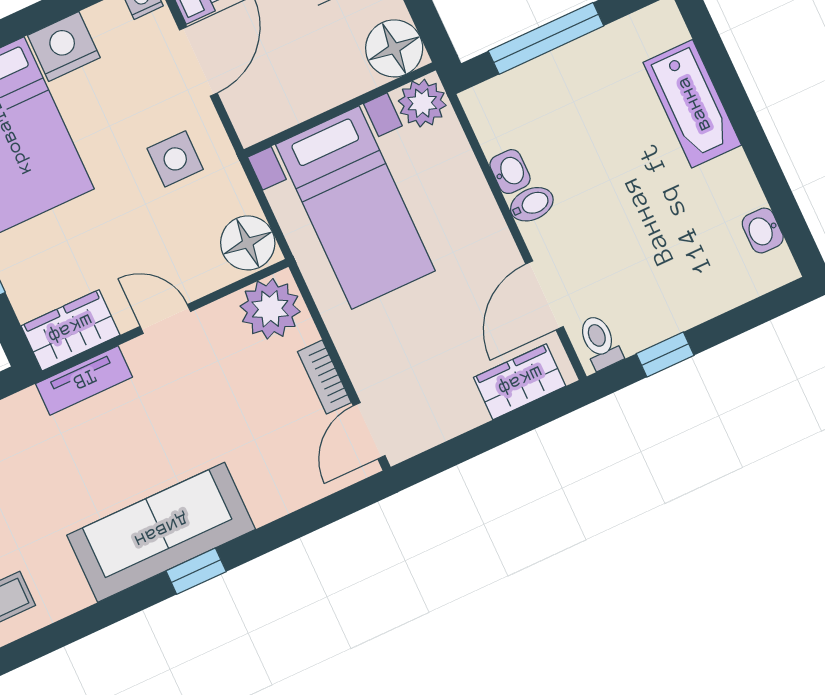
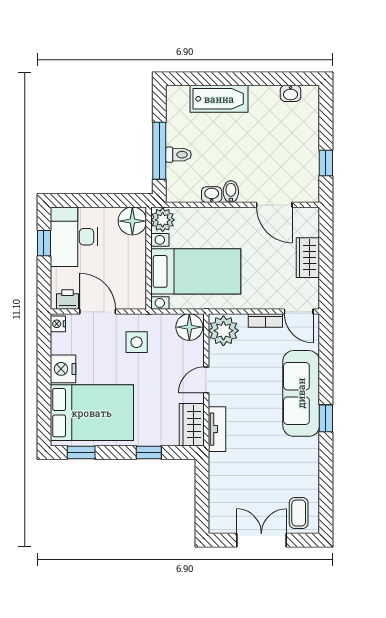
toilet: (600, 342) -> (178, 155), moved, turned 180
wardrobe: (520, 382) -> (308, 258), moved
sofa: (161, 532) -> (301, 393), moved

